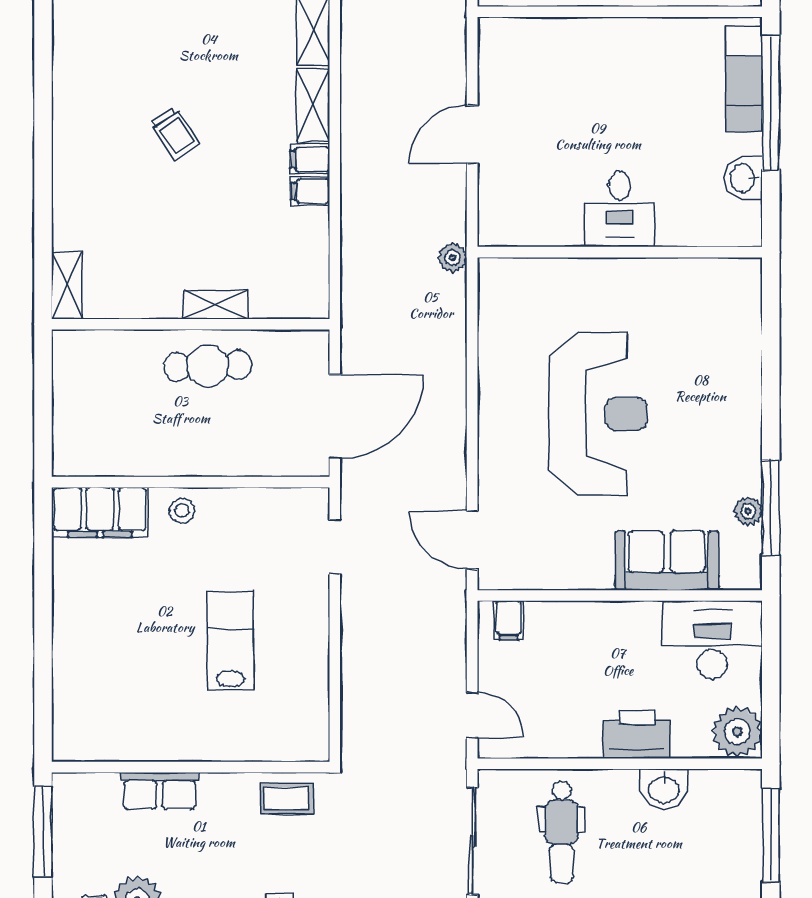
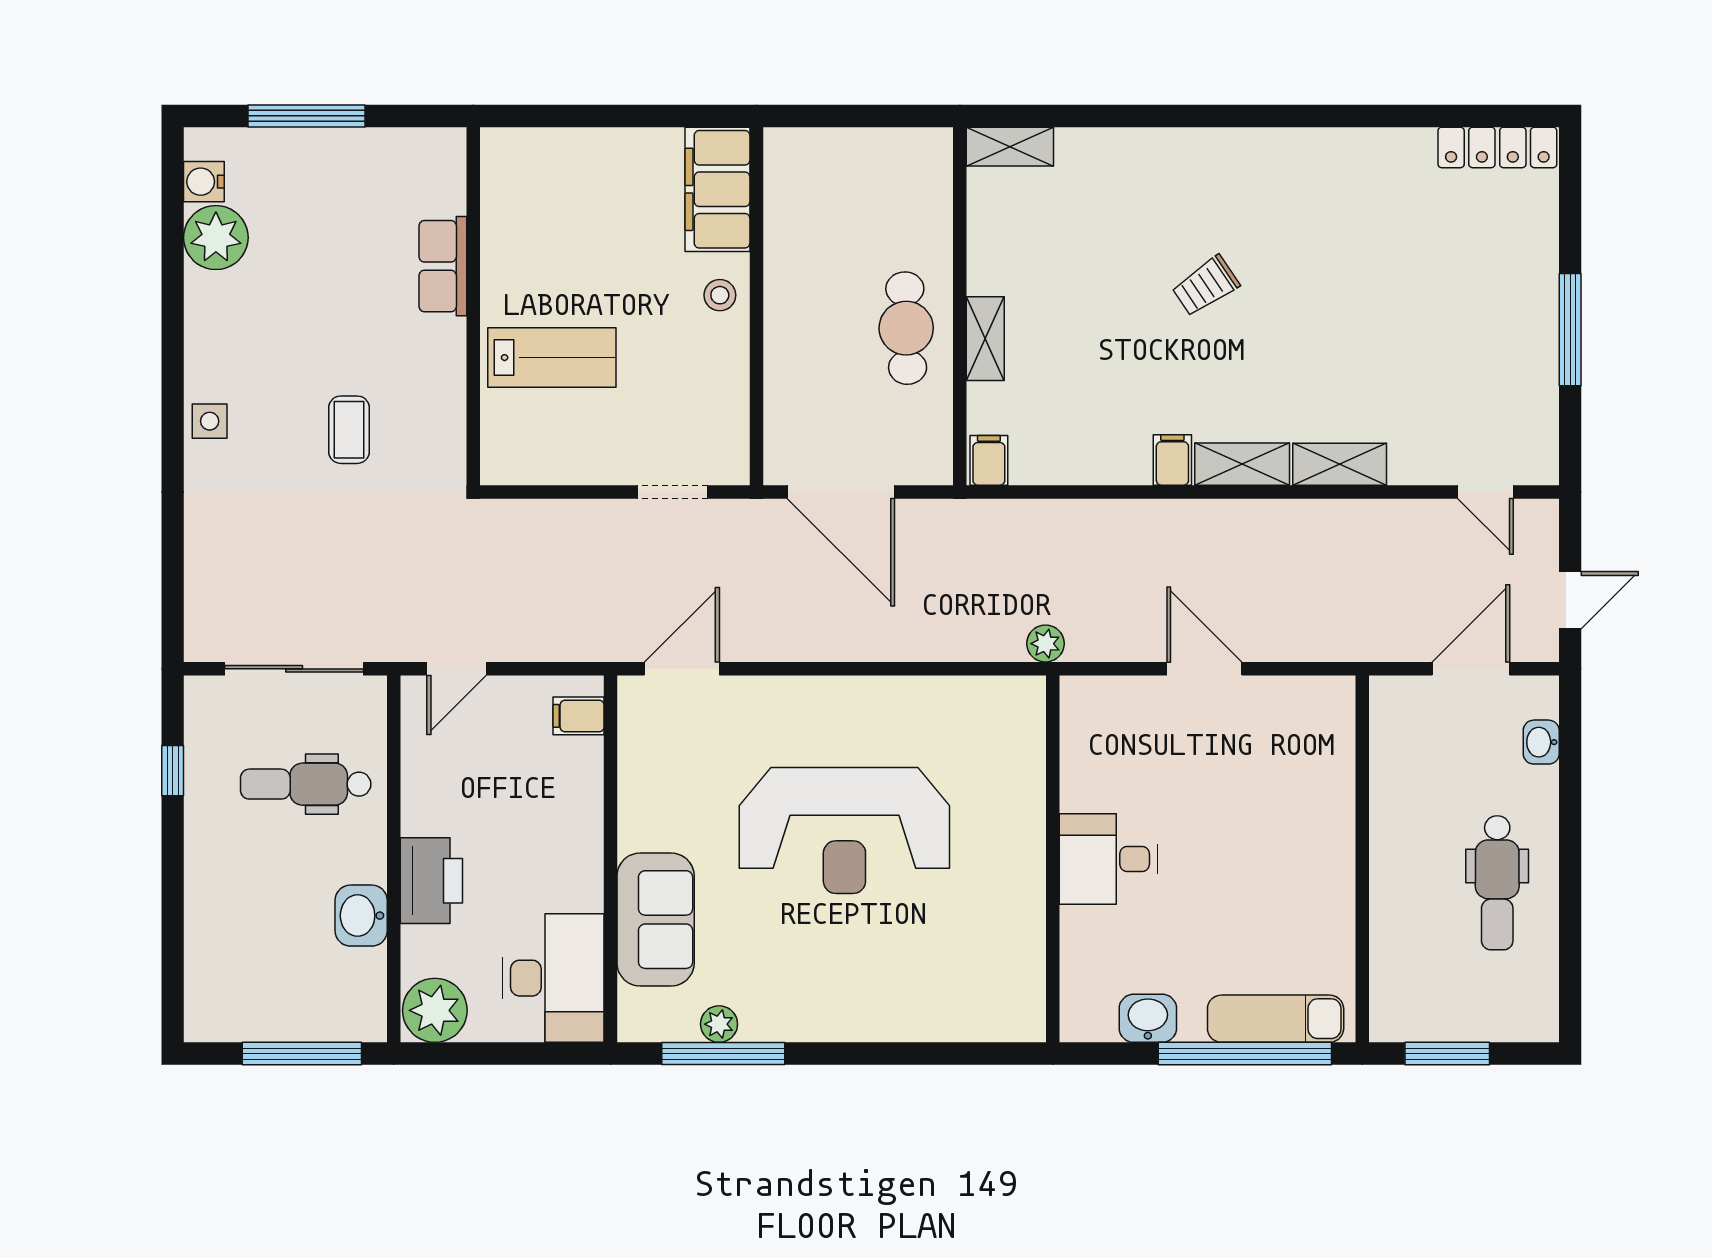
filing cabinet: (310, 191) -> (989, 460), moved
wall: (191, 767) -> (473, 306), moved
row of seats: (160, 791) -> (443, 266), moved

